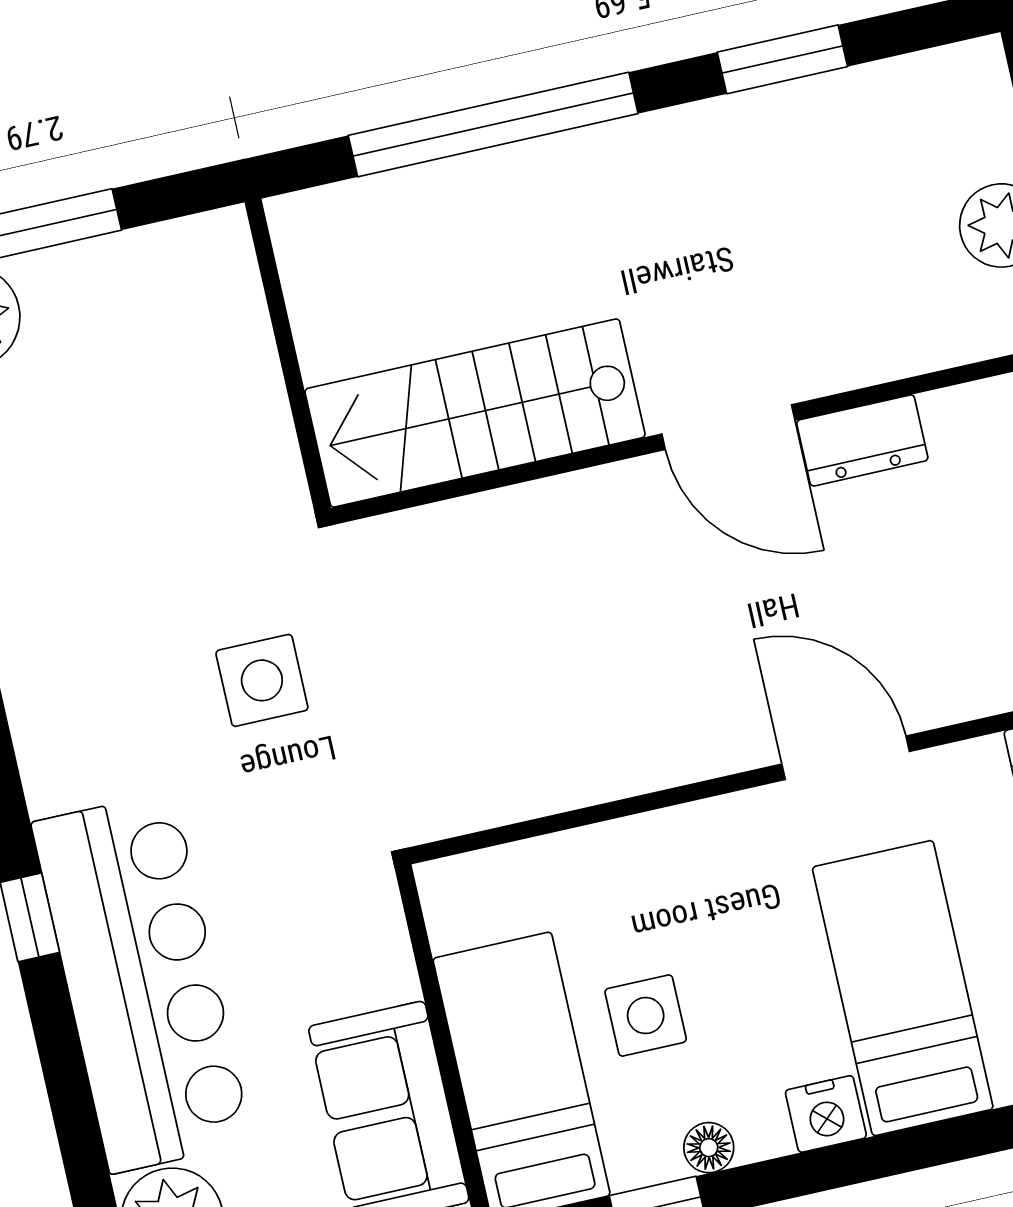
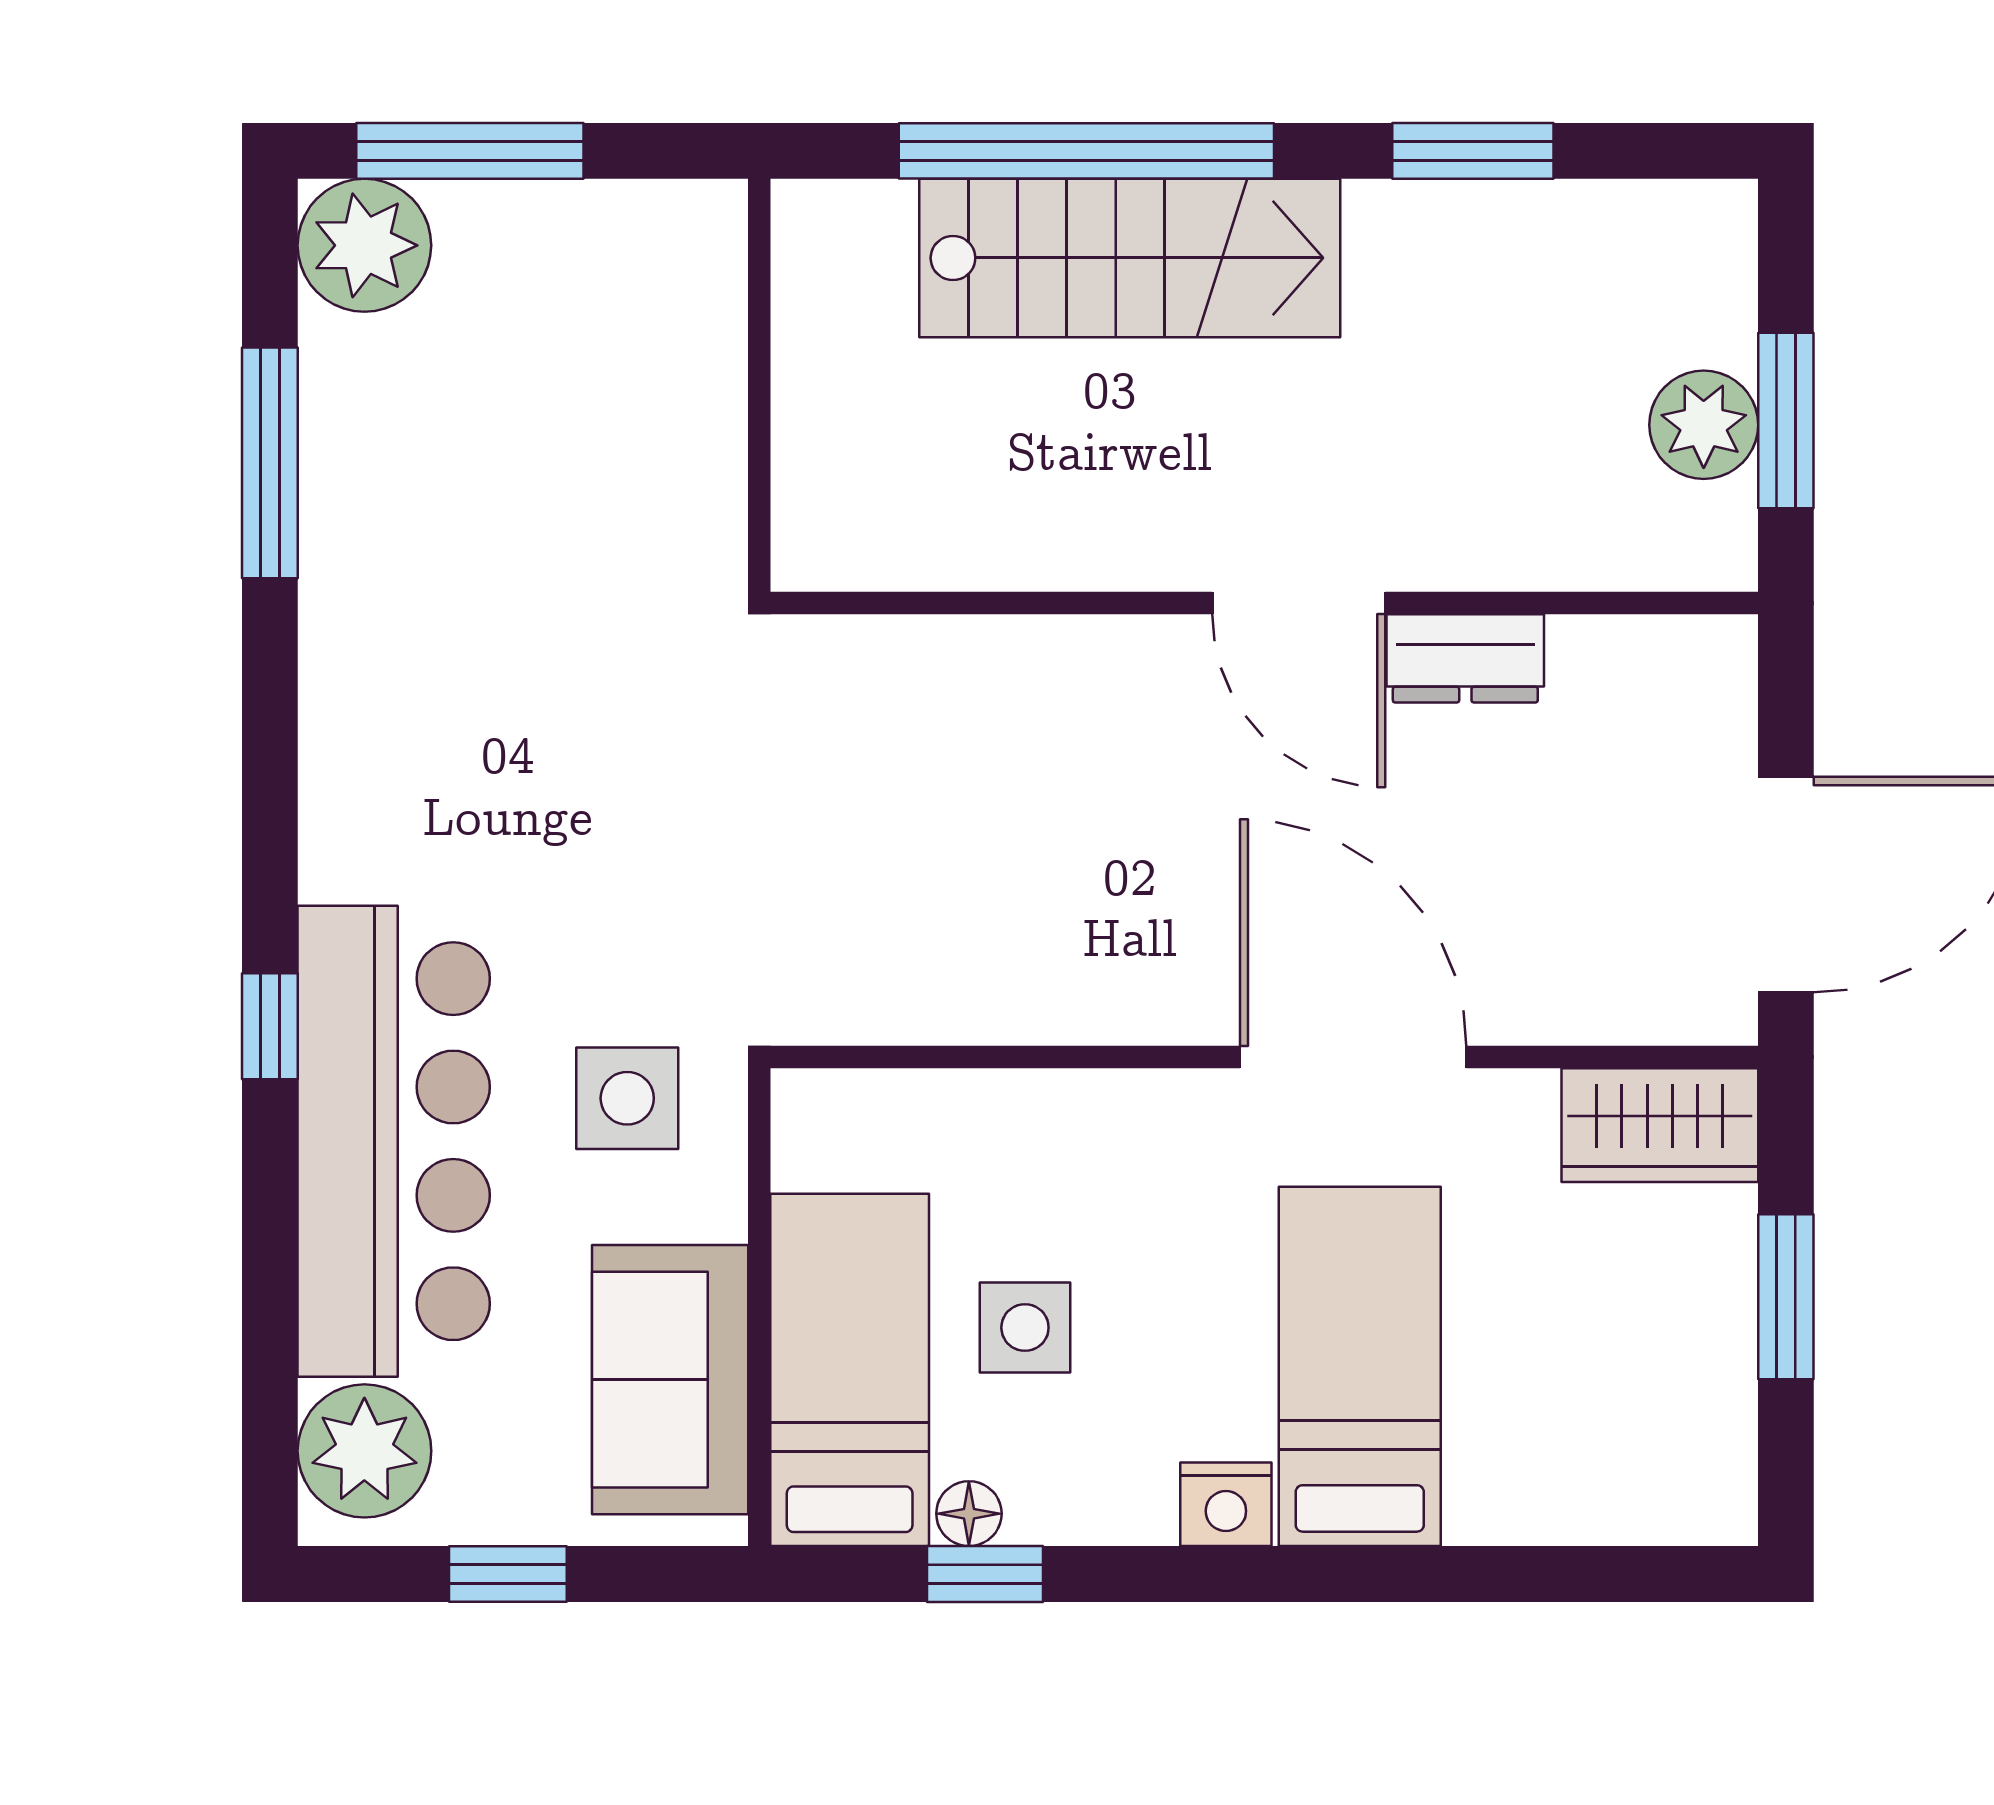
stairs: (475, 413) -> (1130, 258), moved, turned 180
side table: (262, 680) -> (627, 1098), moved
door: (846, 758) -> (1353, 1057), width x1.36
floor lamp: (709, 1148) -> (969, 1514), moved

